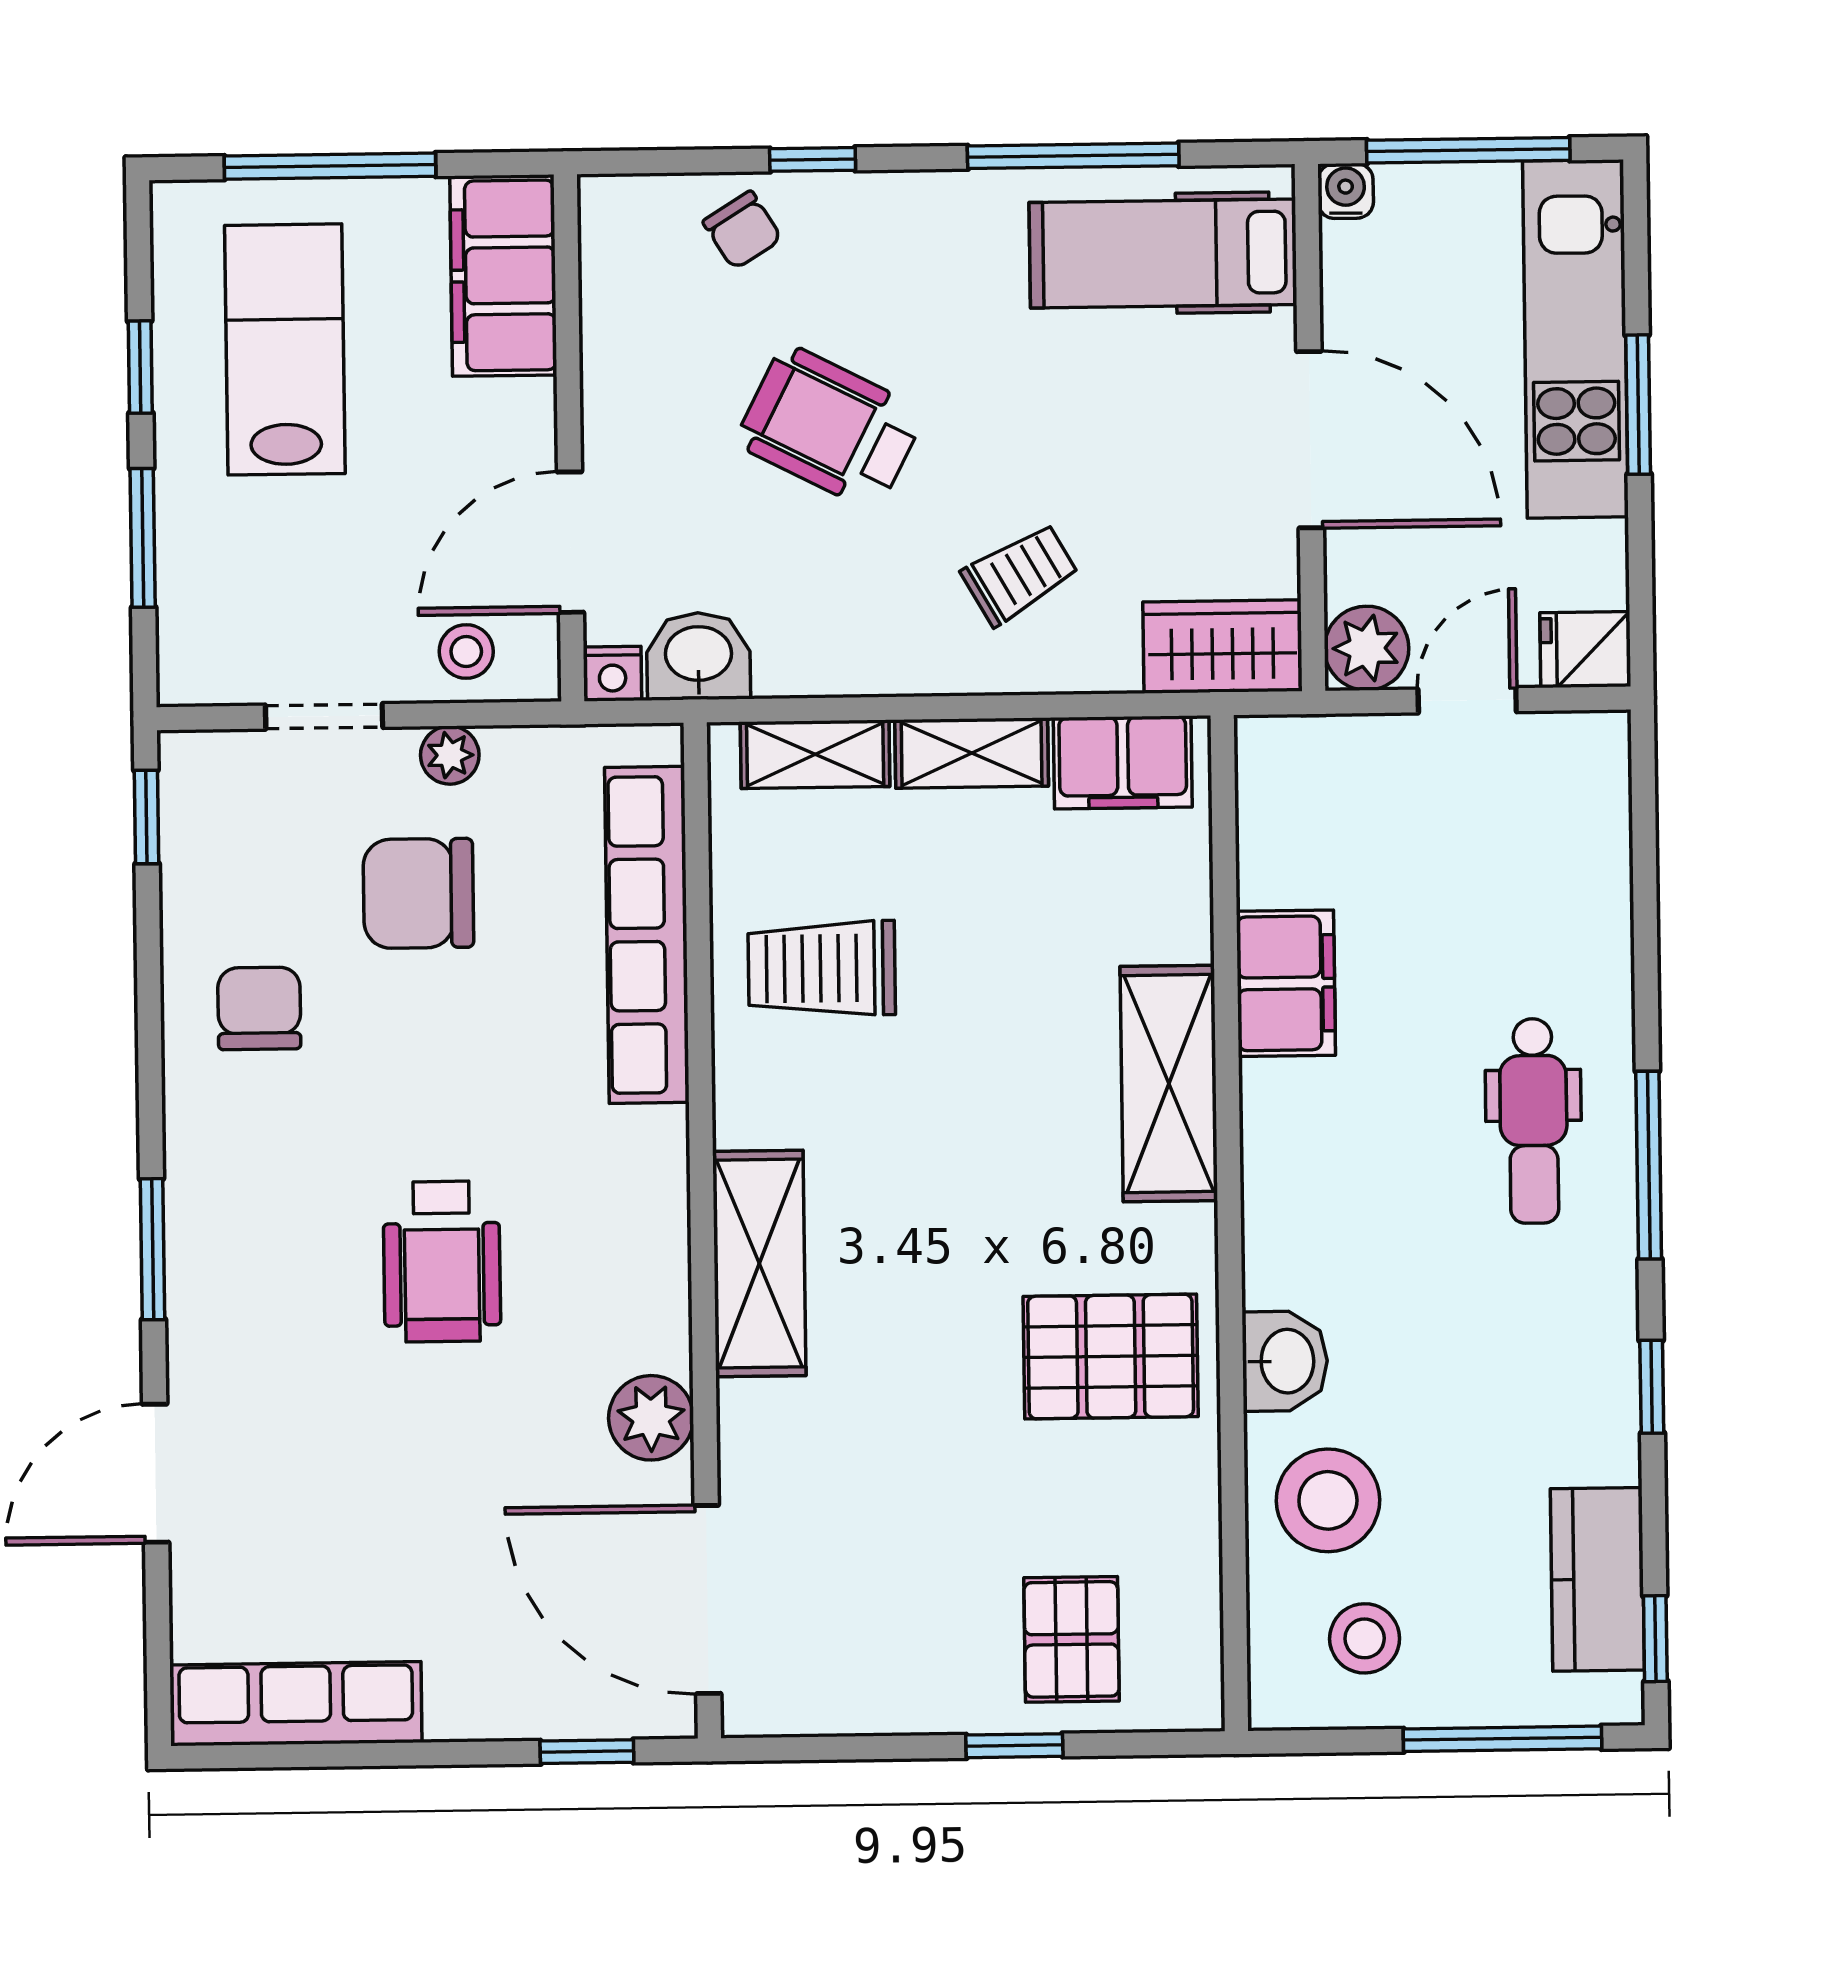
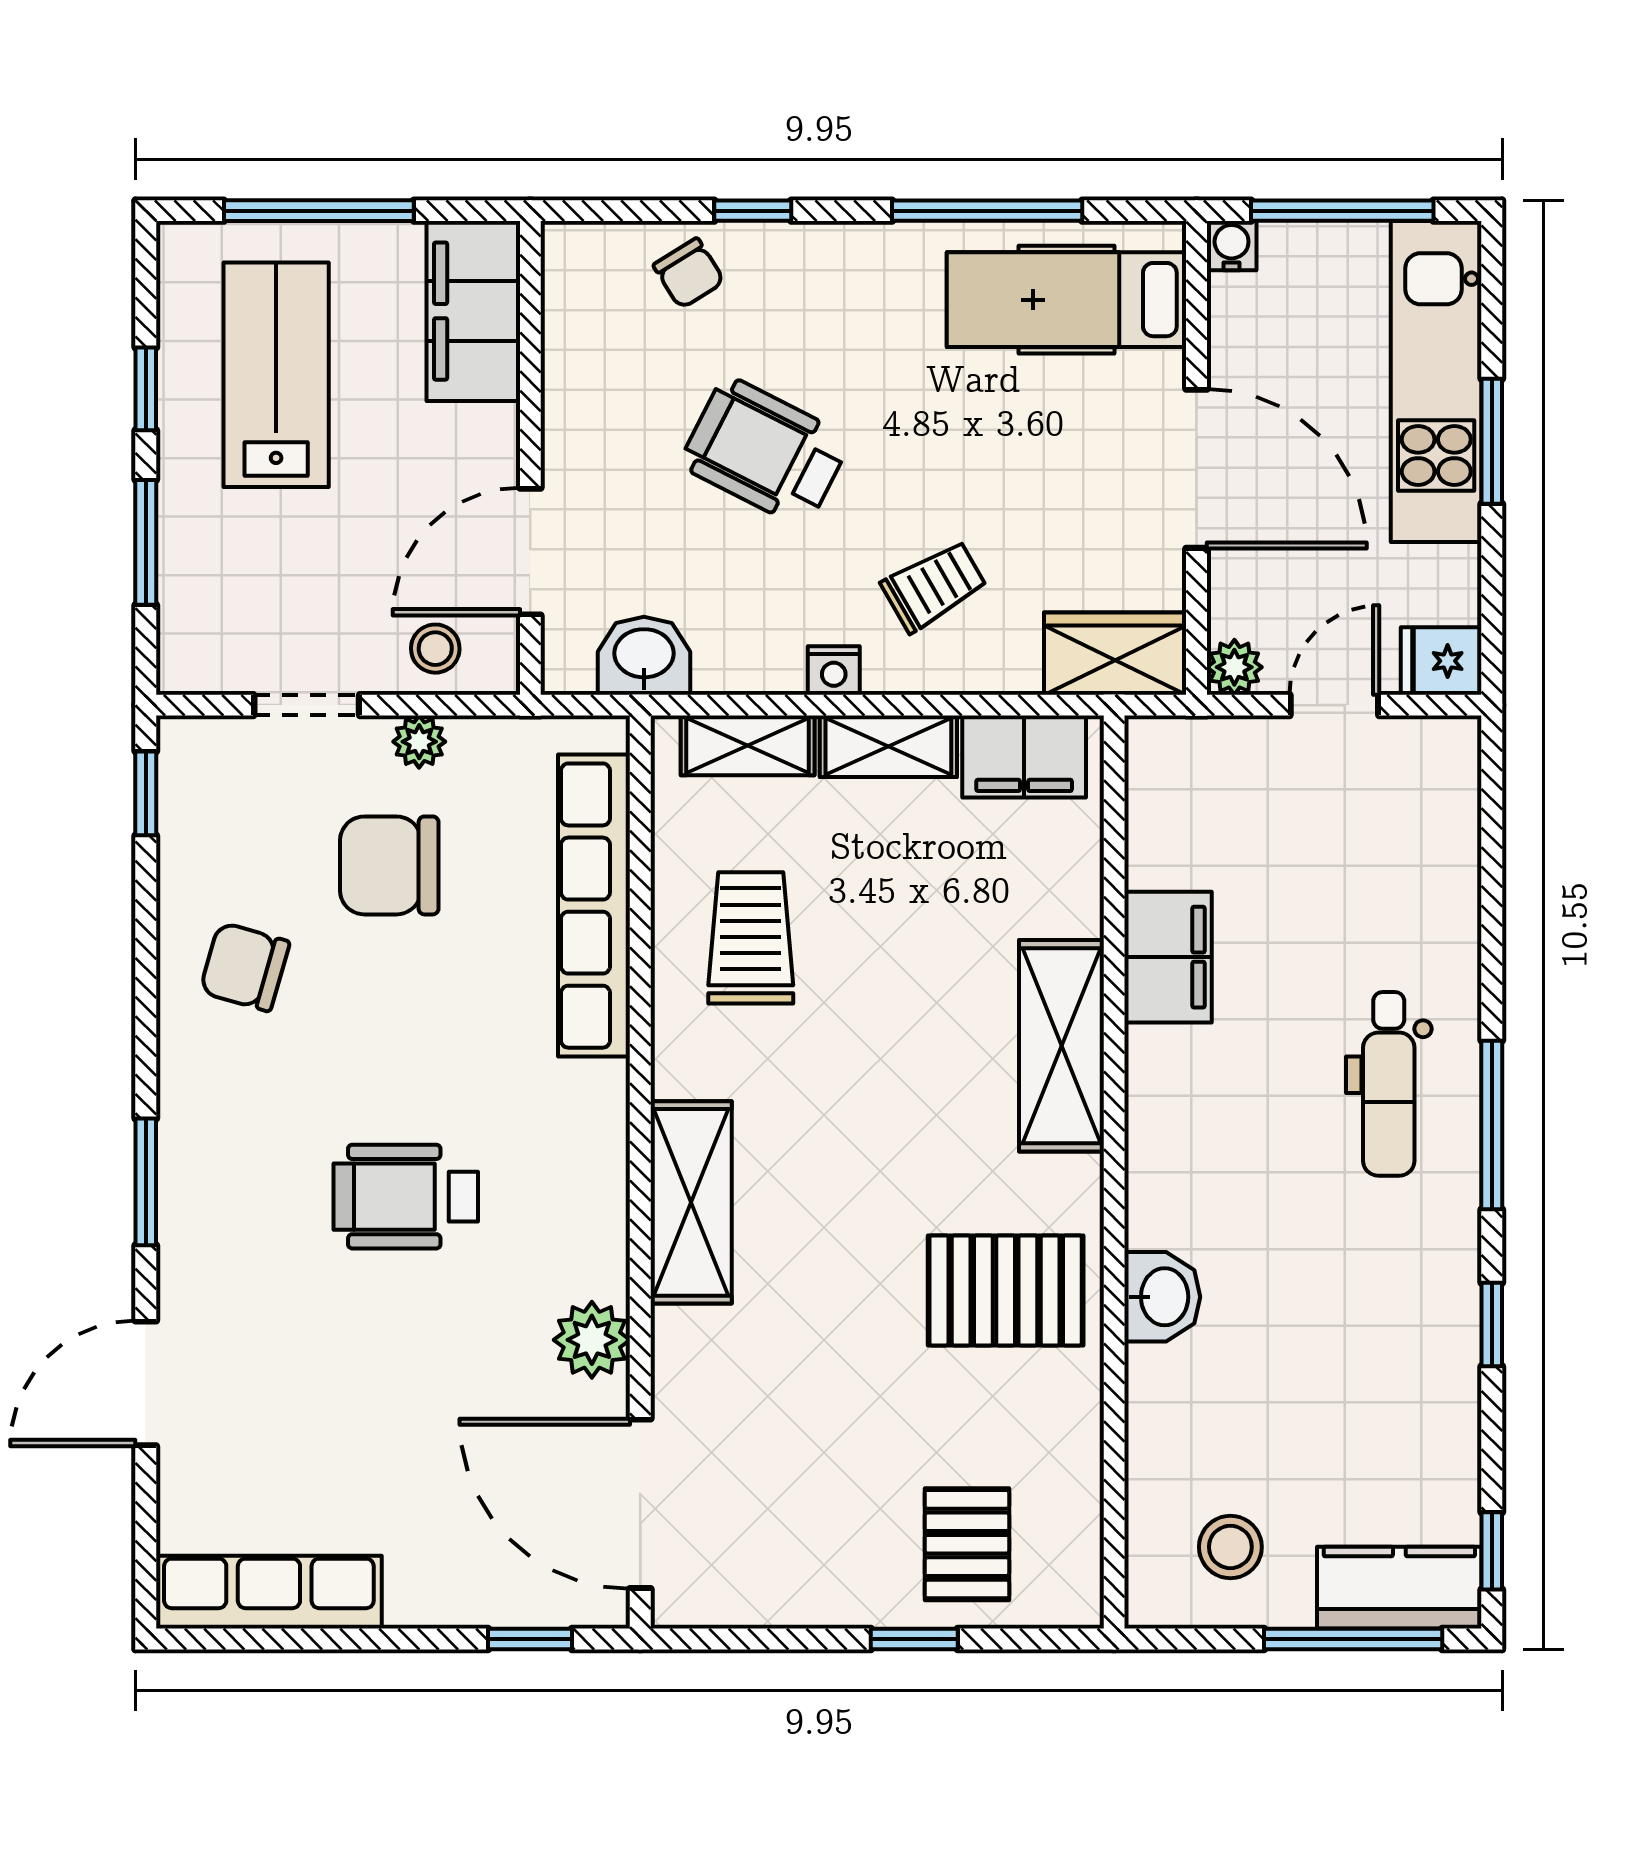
plant: (1367, 648) -> (1234, 667), width x0.73, depth x0.73
nightstand: (612, 674) -> (834, 670), moved
trolley: (822, 968) -> (751, 938), turned 90
chair: (259, 1008) -> (245, 967), turned -74
wheelchair: (442, 1261) -> (406, 1197), turned 90
stool: (1328, 1500) -> (1199, 1422), removed
kitchen counter: (1597, 1579) -> (1399, 1588), moved, turned 90

